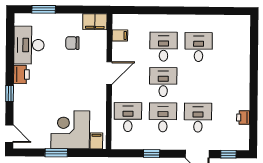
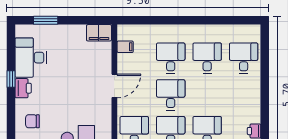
chair: (72, 43) -> (32, 121), moved
desk: (234, 47) -> (244, 58), added
window: (10, 94) -> (11, 79), moved

